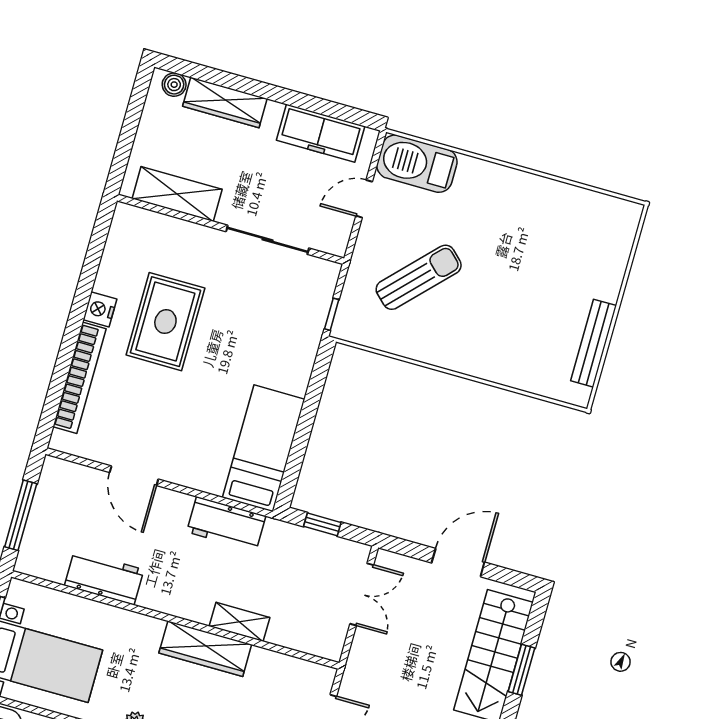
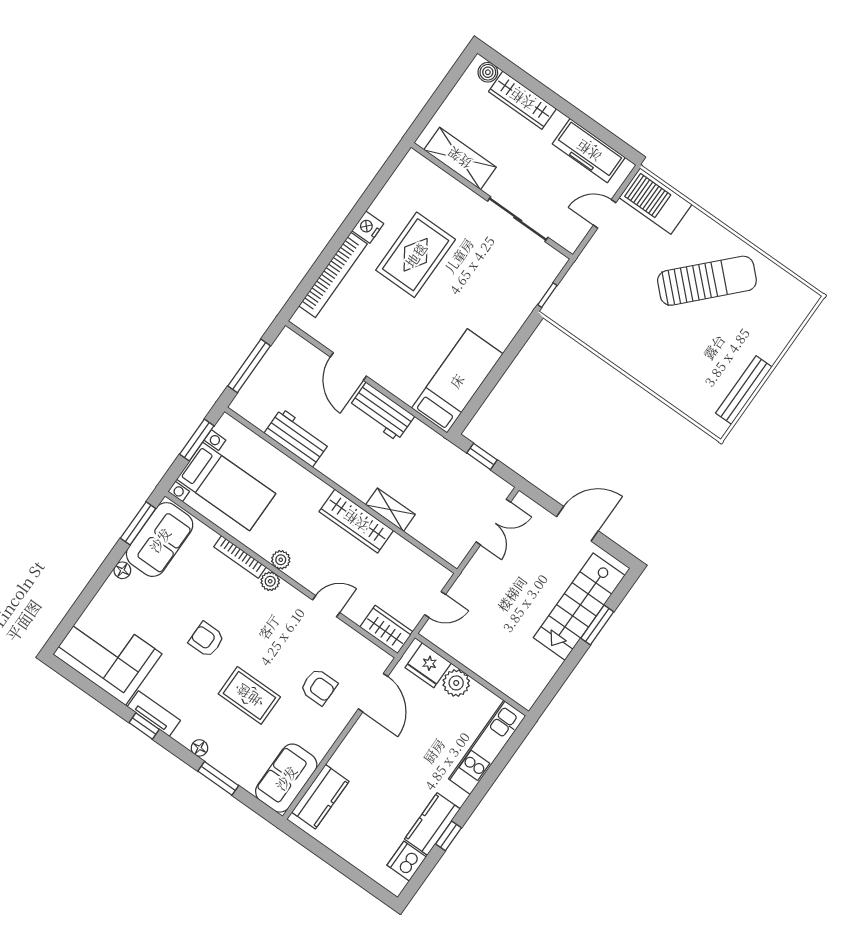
sun lounger: (419, 277) -> (707, 281), moved, width x1.36, depth x1.34
workbench: (226, 524) -> (382, 412), moved

